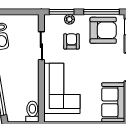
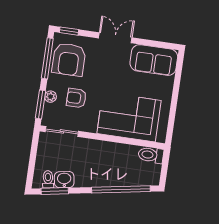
armchair: (103, 30) -> (69, 60), turned 180
sliding door: (41, 46) -> (62, 131), moved

